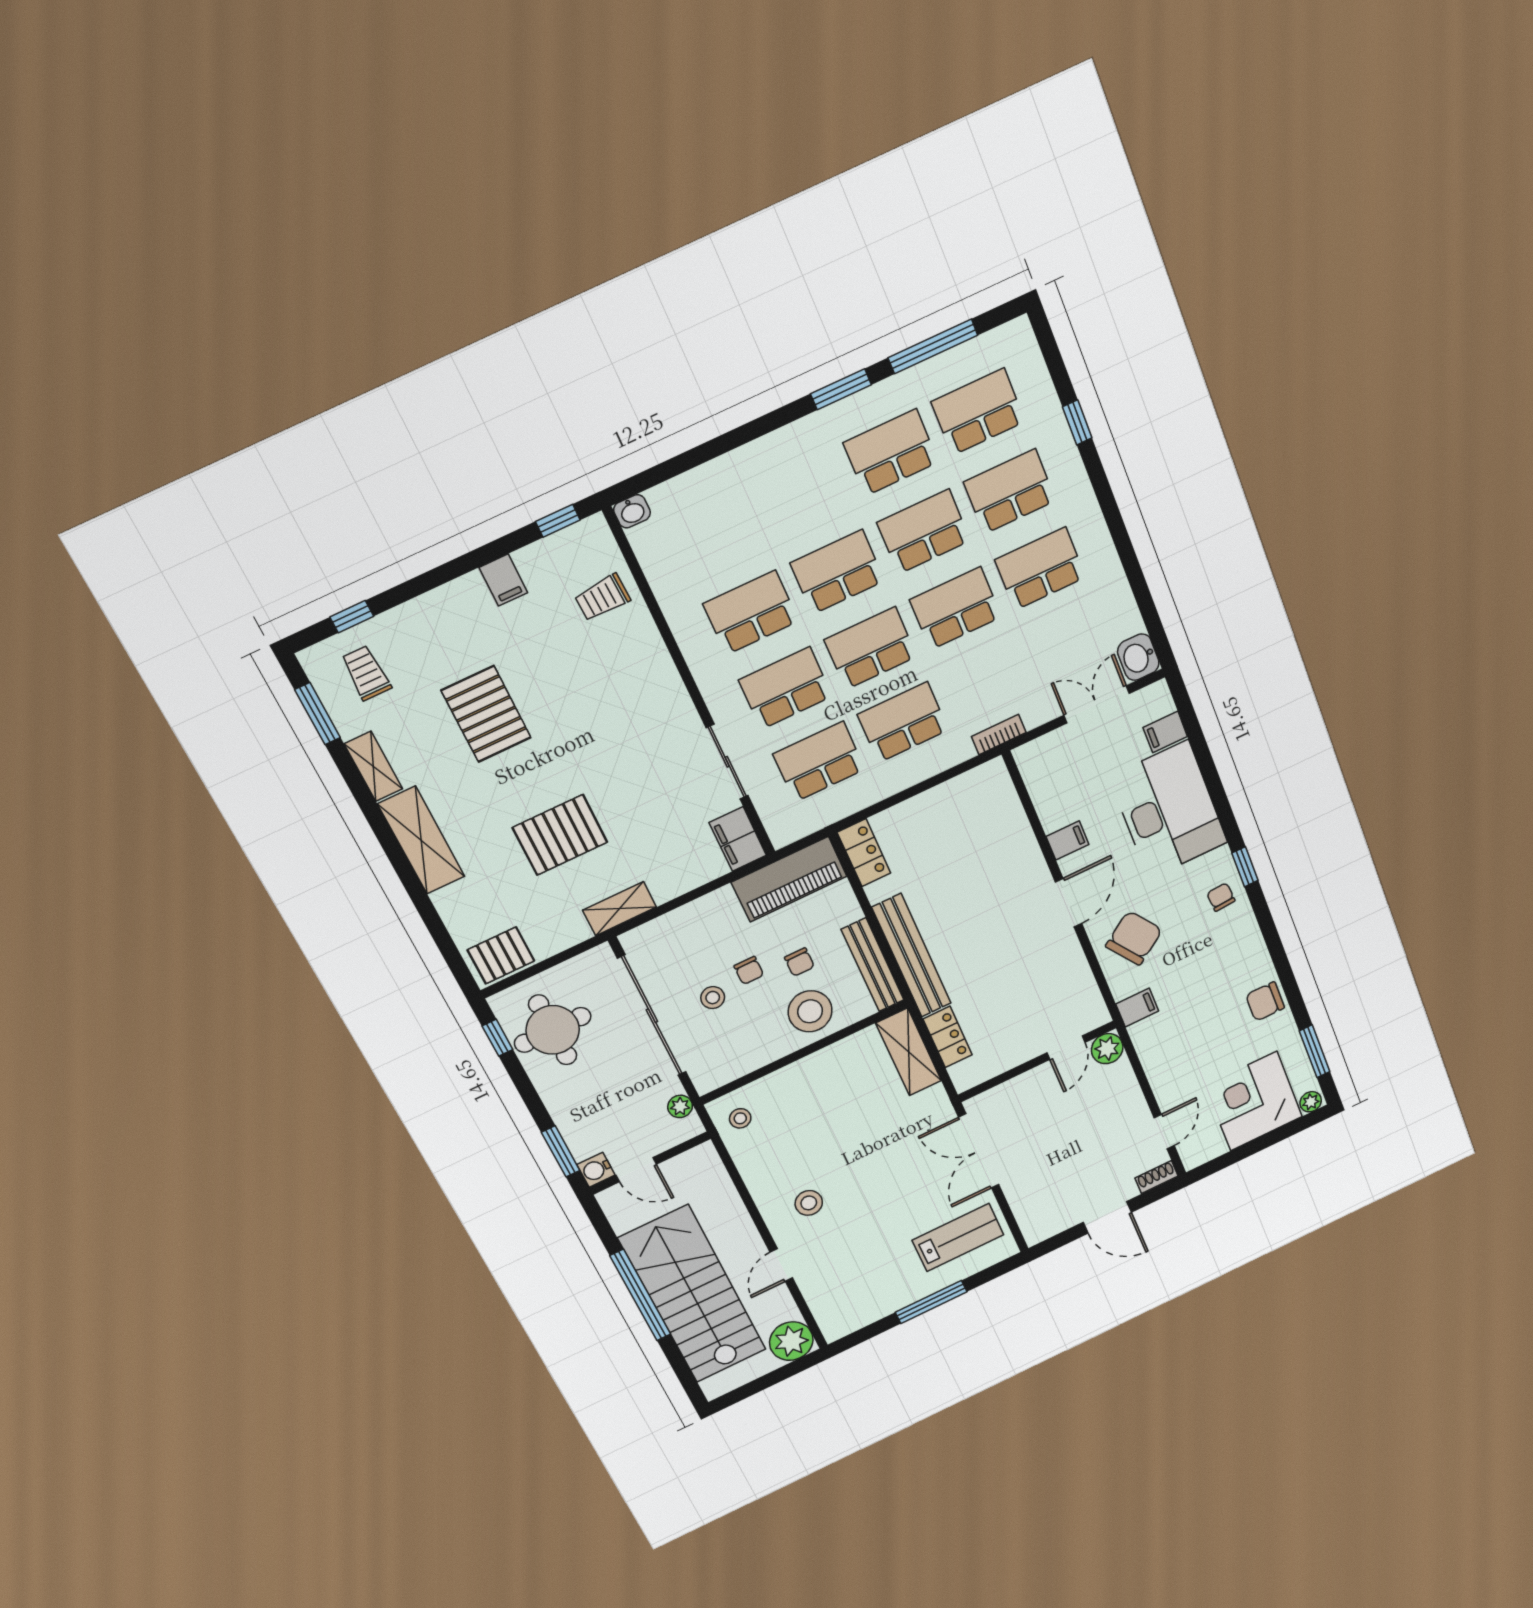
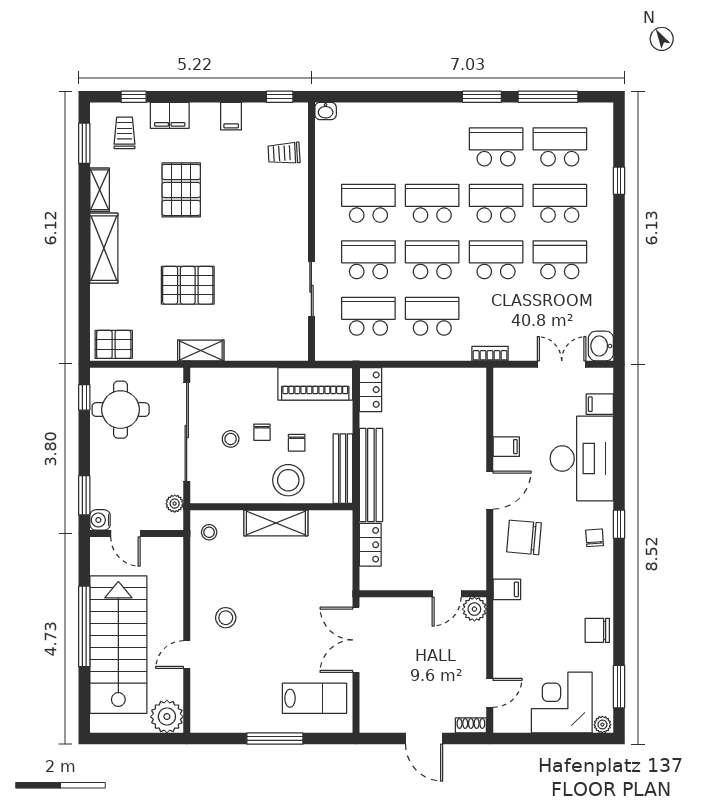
filing cabinet: (738, 839) -> (170, 115), moved, turned -90
chair: (1134, 938) -> (524, 537), turned -140
shelving: (909, 1052) -> (276, 523), moved, turned 90

